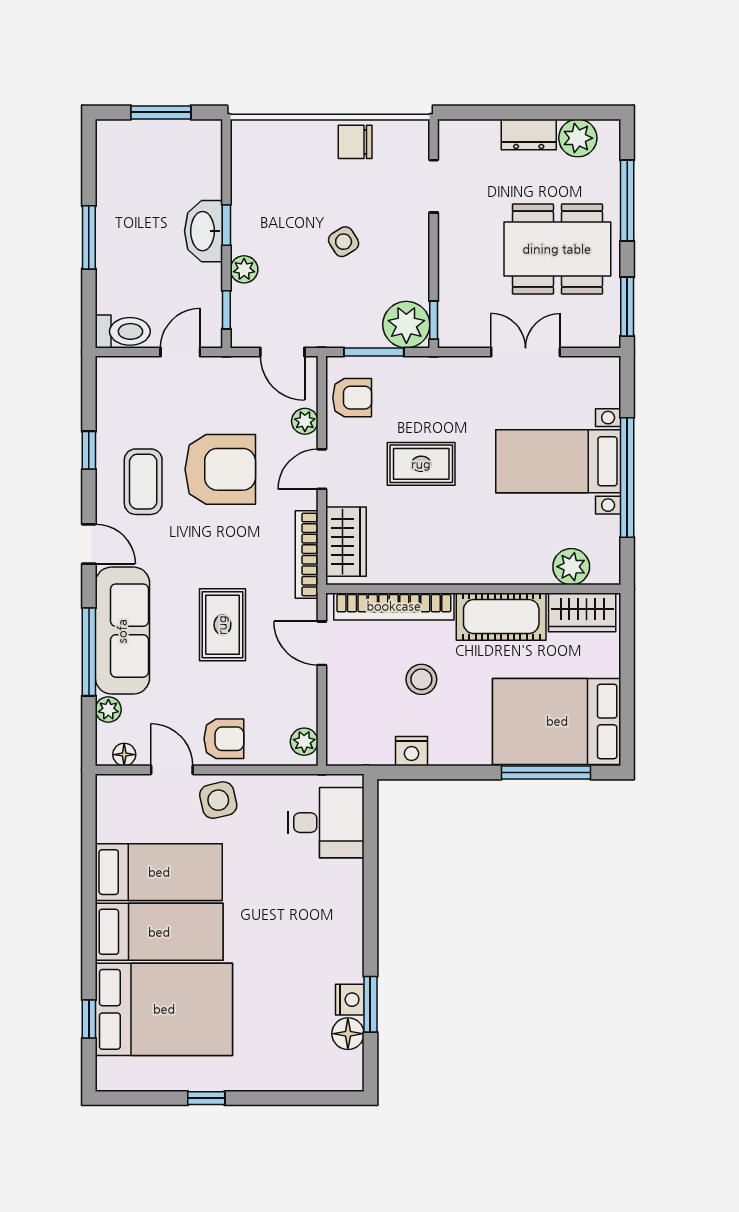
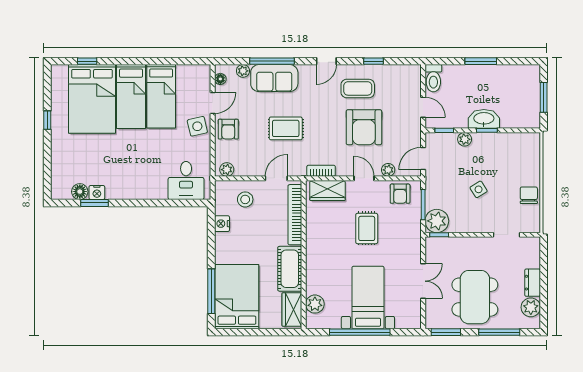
bookcase: (307, 554) -> (321, 171), width x0.64
sofa: (122, 631) -> (274, 78), width x0.73
stool: (421, 679) -> (245, 199), moved

